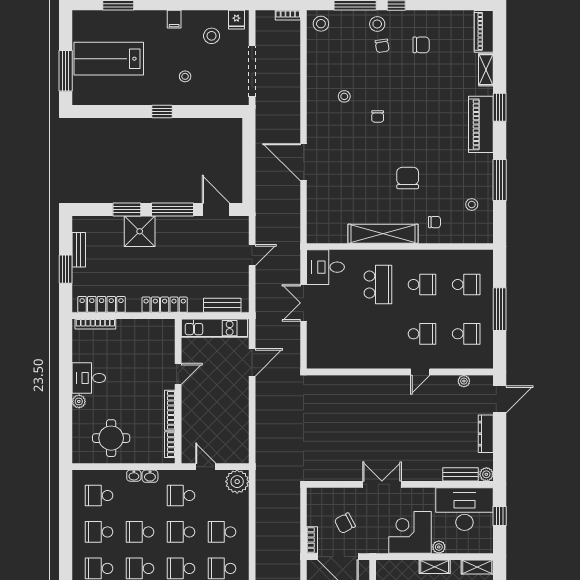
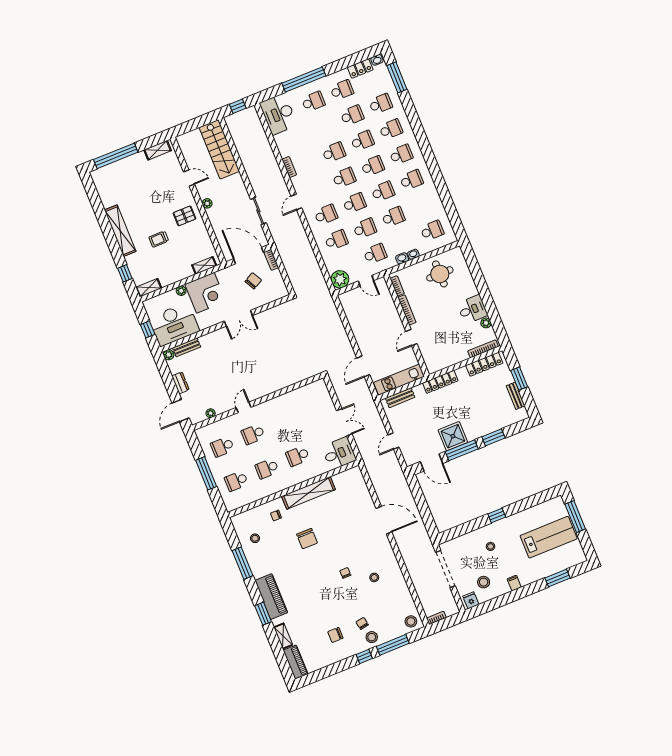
shower: (140, 231) -> (453, 436), moved
school desk: (378, 285) -> (298, 456), width x0.54
plant: (79, 401) -> (486, 323), moved
dresser: (486, 434) -> (181, 383), width x0.70
school desk: (99, 532) -> (422, 205), removed
shelving: (435, 567) -> (204, 265), moved

